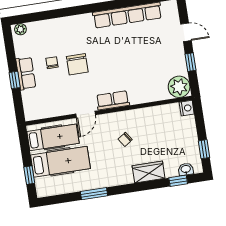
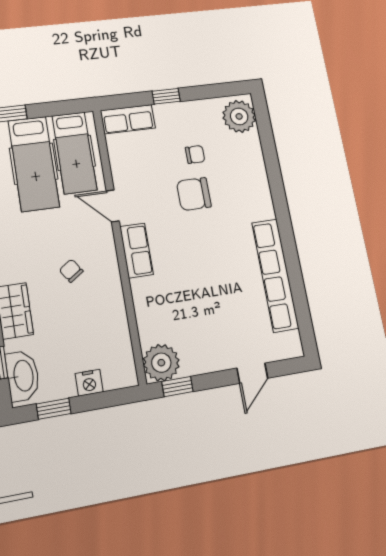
plant: (20, 29) -> (239, 116), width x1.88, depth x1.88
window: (191, 62) -> (177, 387), moved
row of seats: (26, 73) -> (128, 119), moved
nightstand: (187, 108) -> (89, 383), moved
washbasin: (186, 169) -> (23, 376), width x1.91, depth x1.45

